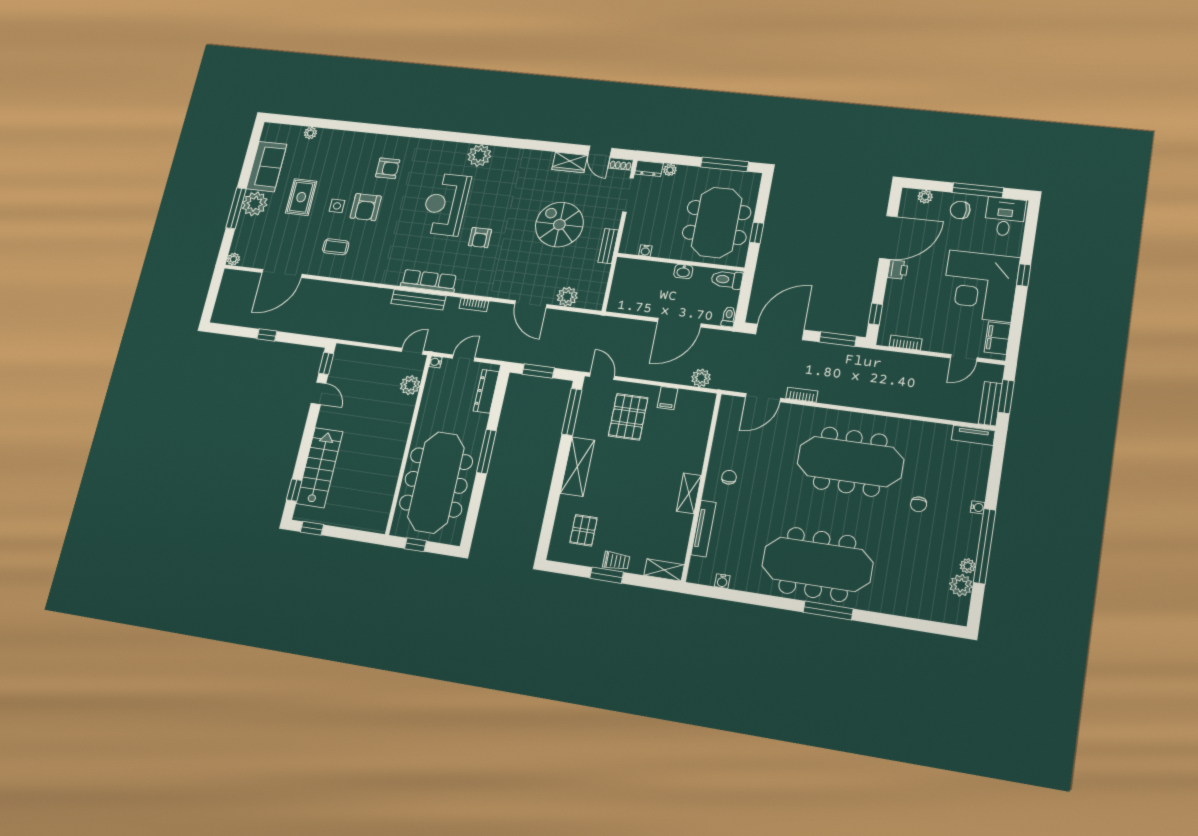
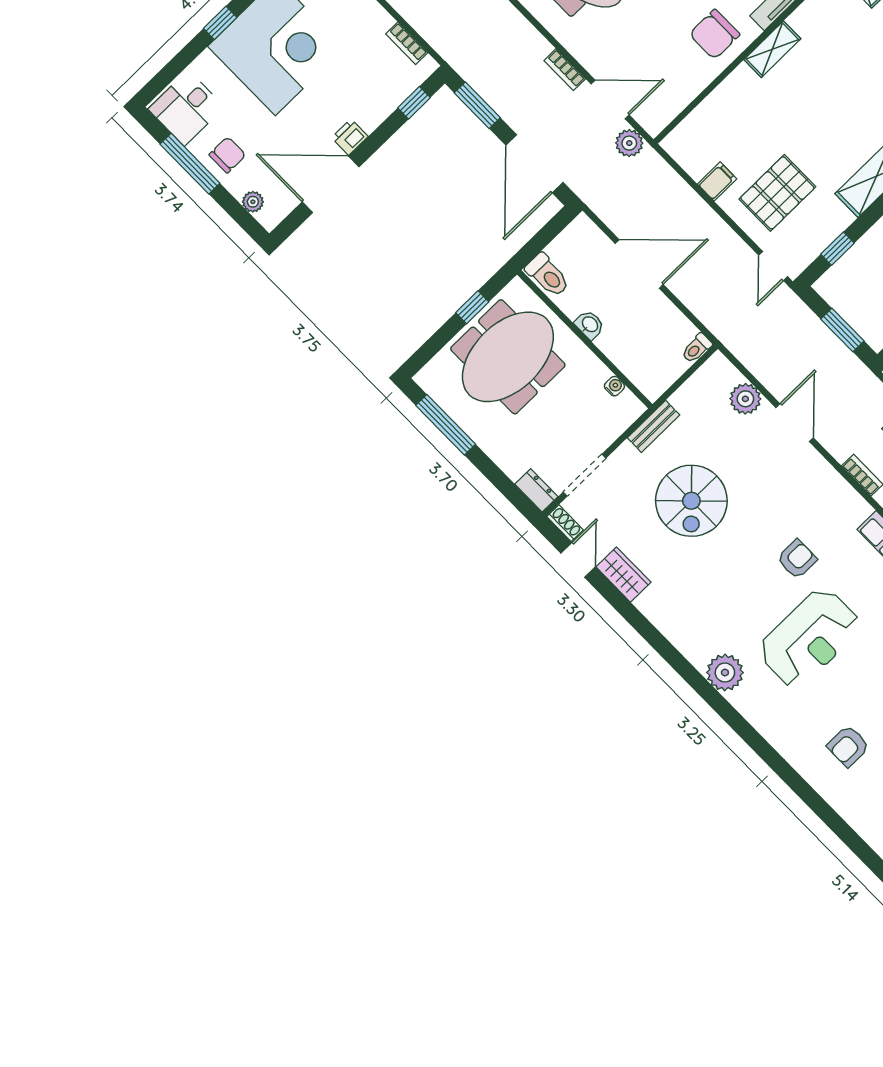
armchair: (388, 168) -> (848, 746), turned -90
plant: (670, 170) -> (513, 469), removed
chair: (960, 210) -> (227, 155), turned -91
toilet: (729, 317) -> (697, 348), moved
door: (780, 332) -> (535, 164), hinge flipped
plant: (701, 378) -> (629, 143), moved
window: (572, 412) -> (838, 249), width x0.46
chair: (729, 477) -> (715, 34), width x1.87, depth x1.87

